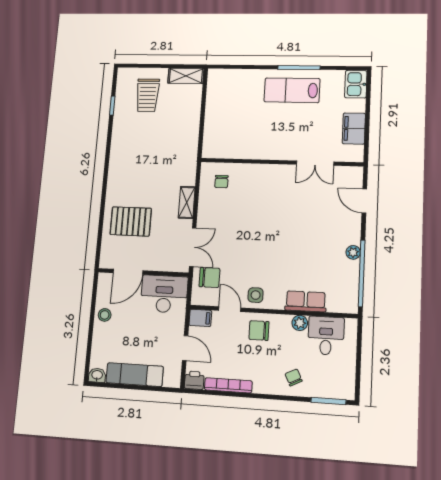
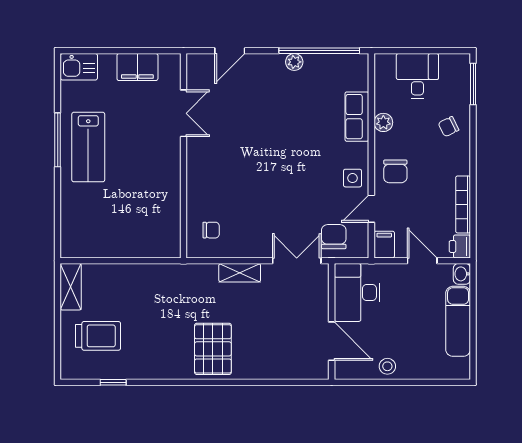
pallet: (131, 221) -> (213, 349), moved
desk: (326, 336) -> (417, 76), moved, turned 90
door: (185, 348) -> (422, 261), hinge flipped
washbasin: (97, 375) -> (462, 274), moved

